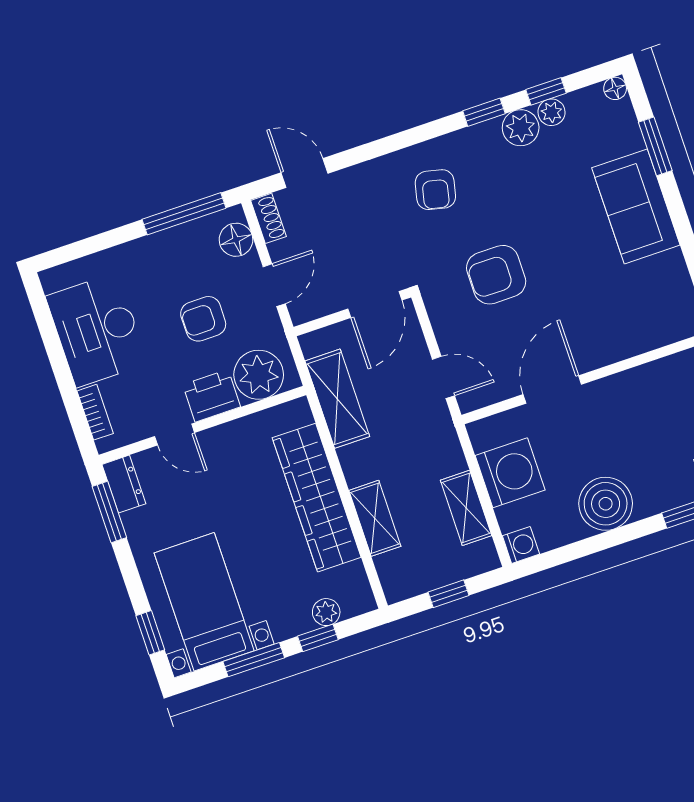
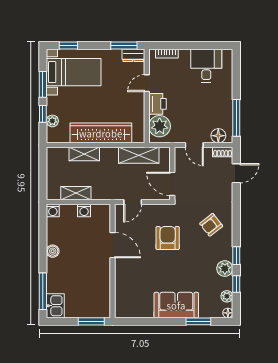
plant: (551, 112) -> (227, 296), moved
armchair: (435, 190) -> (211, 225), turned -51
armchair: (203, 319) -> (190, 111), removed
desk: (97, 330) -> (206, 66), width x0.73
washing machine: (510, 473) -> (84, 210), width x0.53, depth x0.53
boiler: (606, 504) -> (53, 251), width x0.54, depth x0.54
window: (448, 594) -> (43, 174), removed

